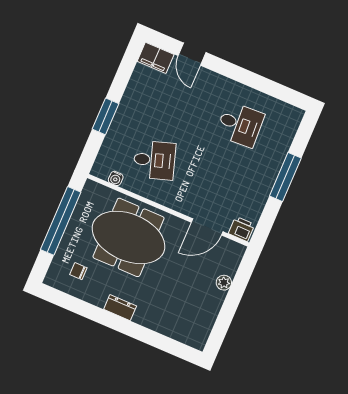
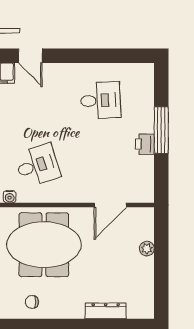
printer: (242, 229) -> (145, 144), moved, turned -90
chair: (78, 271) -> (32, 302), moved
dresser: (120, 308) -> (106, 311), moved, width x1.44

